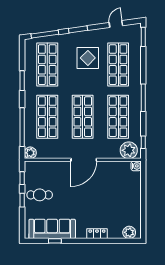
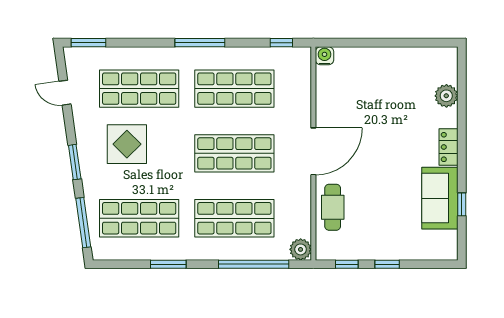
plant: (129, 150) -> (296, 69), removed
door: (84, 160) -> (313, 151), hinge flipped
cafe table: (40, 195) -> (333, 207), moved
sofa: (52, 229) -> (440, 198), width x0.73
plant: (129, 232) -> (446, 96), moved
locker: (97, 234) -> (448, 147), moved

